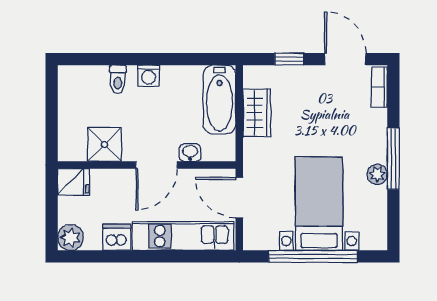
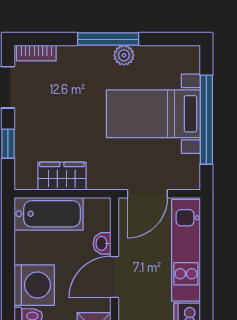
washing machine: (149, 76) -> (34, 285), width x1.89, depth x1.89
door: (157, 165) -> (114, 277), swing flipped

